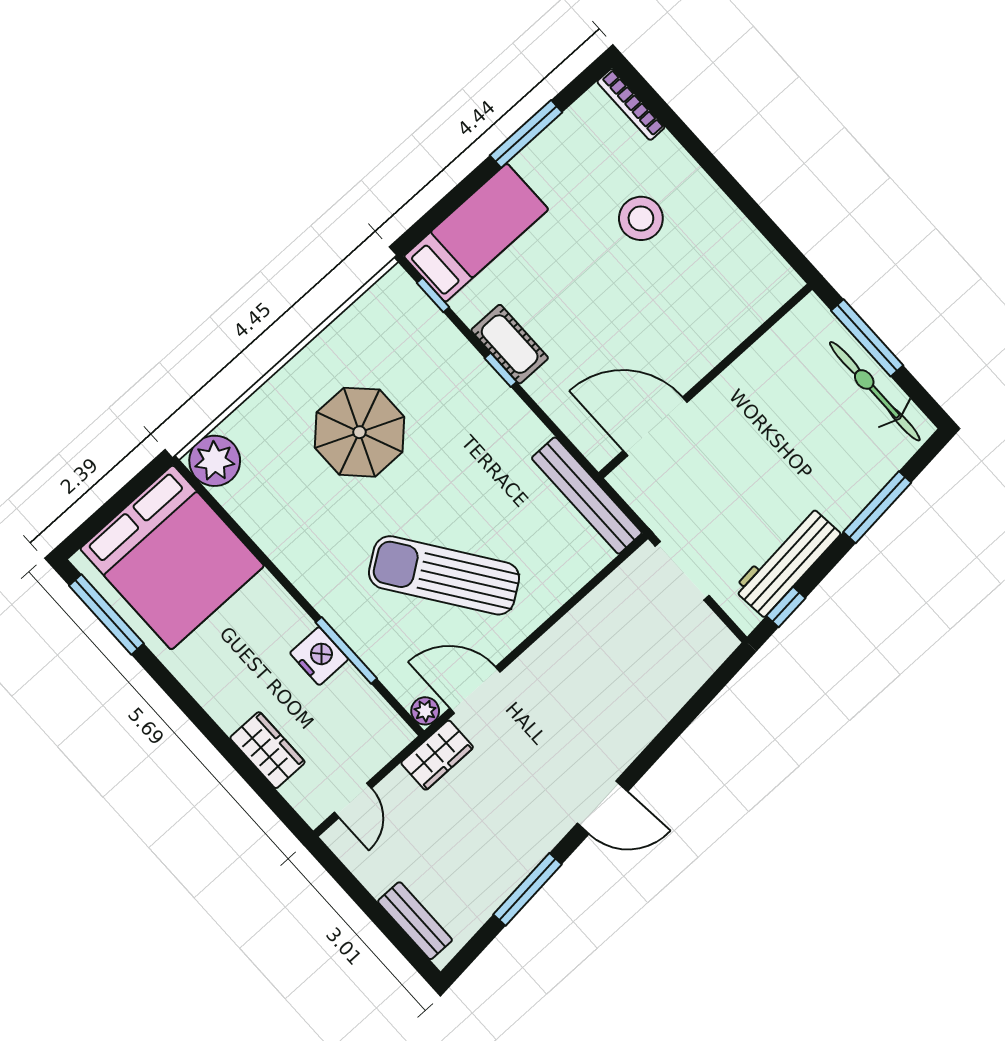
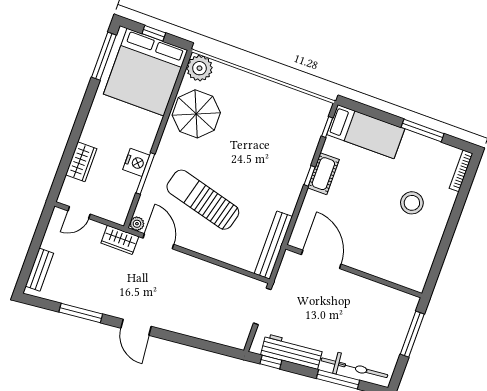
bicycle: (875, 391) -> (354, 368), moved, turned 85
parasol: (359, 432) -> (196, 114), moved
window: (113, 507) -> (154, 33), added
sun lounger: (444, 575) -> (203, 200), turned -40

